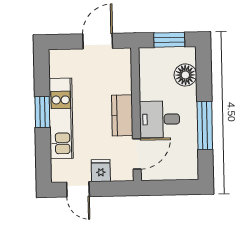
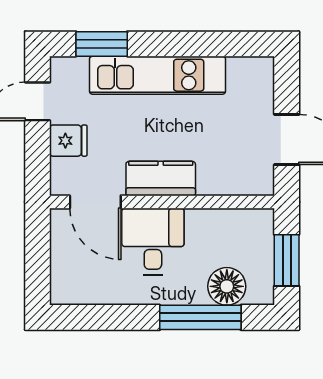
window: (42, 112) -> (102, 44), moved
window: (205, 125) -> (200, 317), moved

